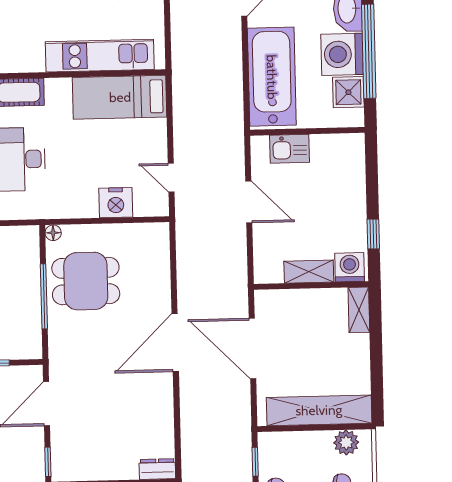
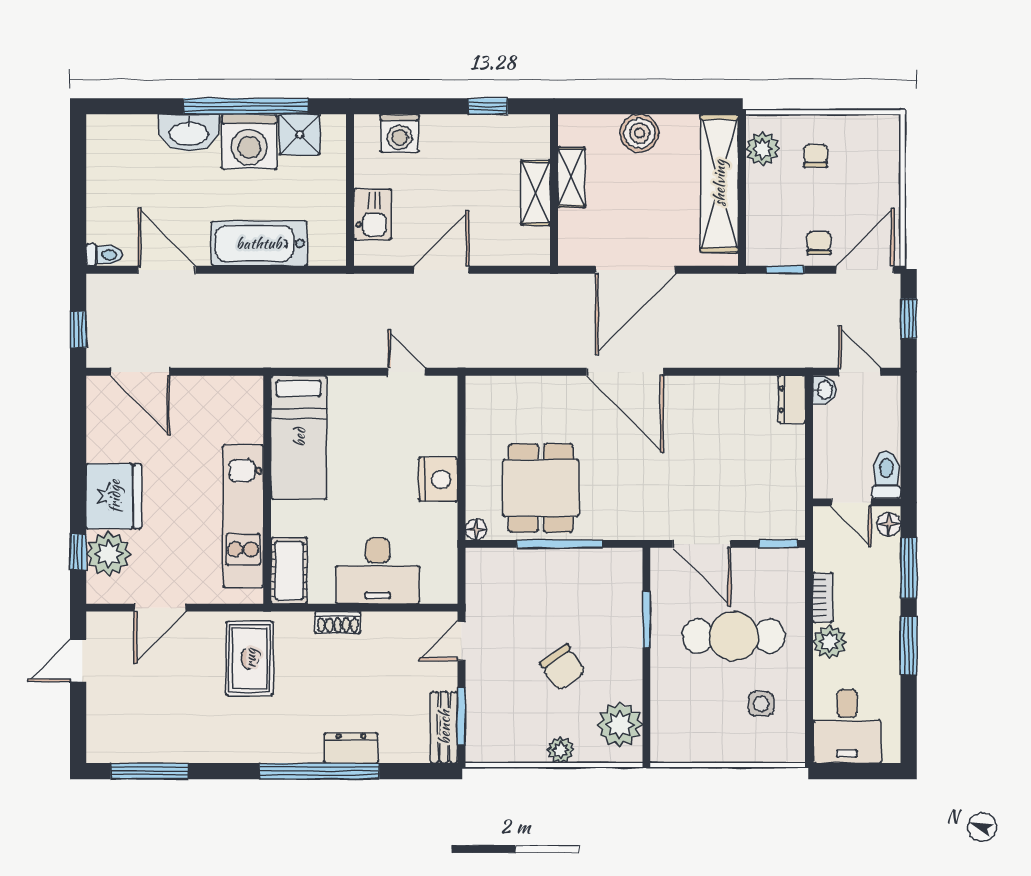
kitchen unit: (100, 56) -> (243, 516), moved
bathtub: (272, 77) -> (259, 243), width x0.73, depth x0.73
door: (171, 178) -> (407, 372), swing flipped
nightstand: (116, 203) -> (438, 479), moved
washing machine: (350, 267) -> (400, 133), moved, turned -90
shelving: (359, 310) -> (571, 177), moved, turned 90
boiler: (356, 349) -> (639, 133), added

